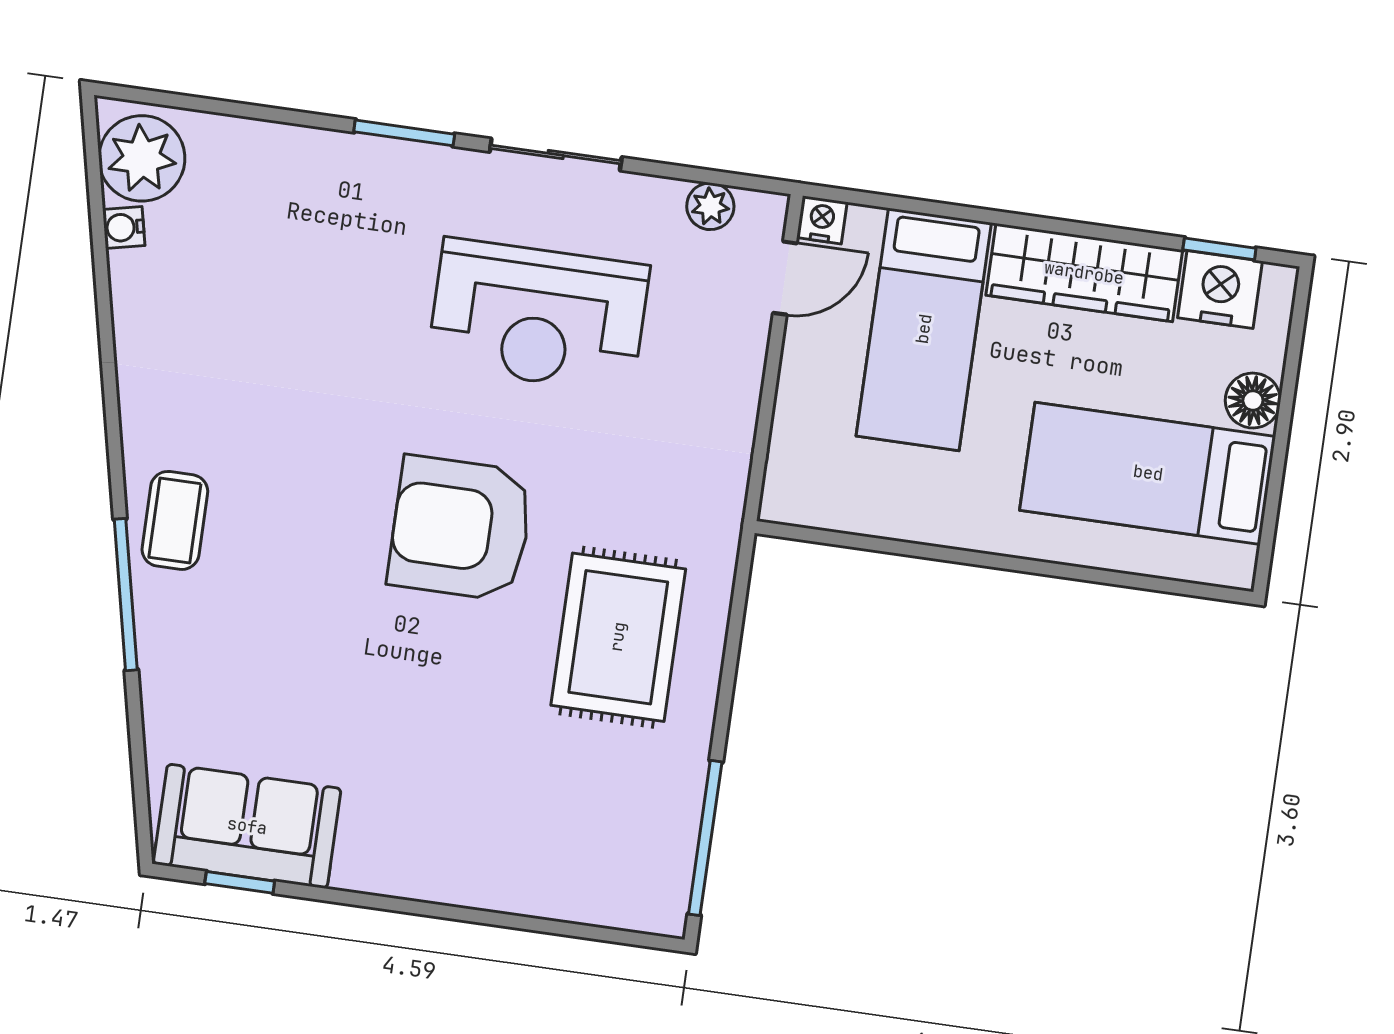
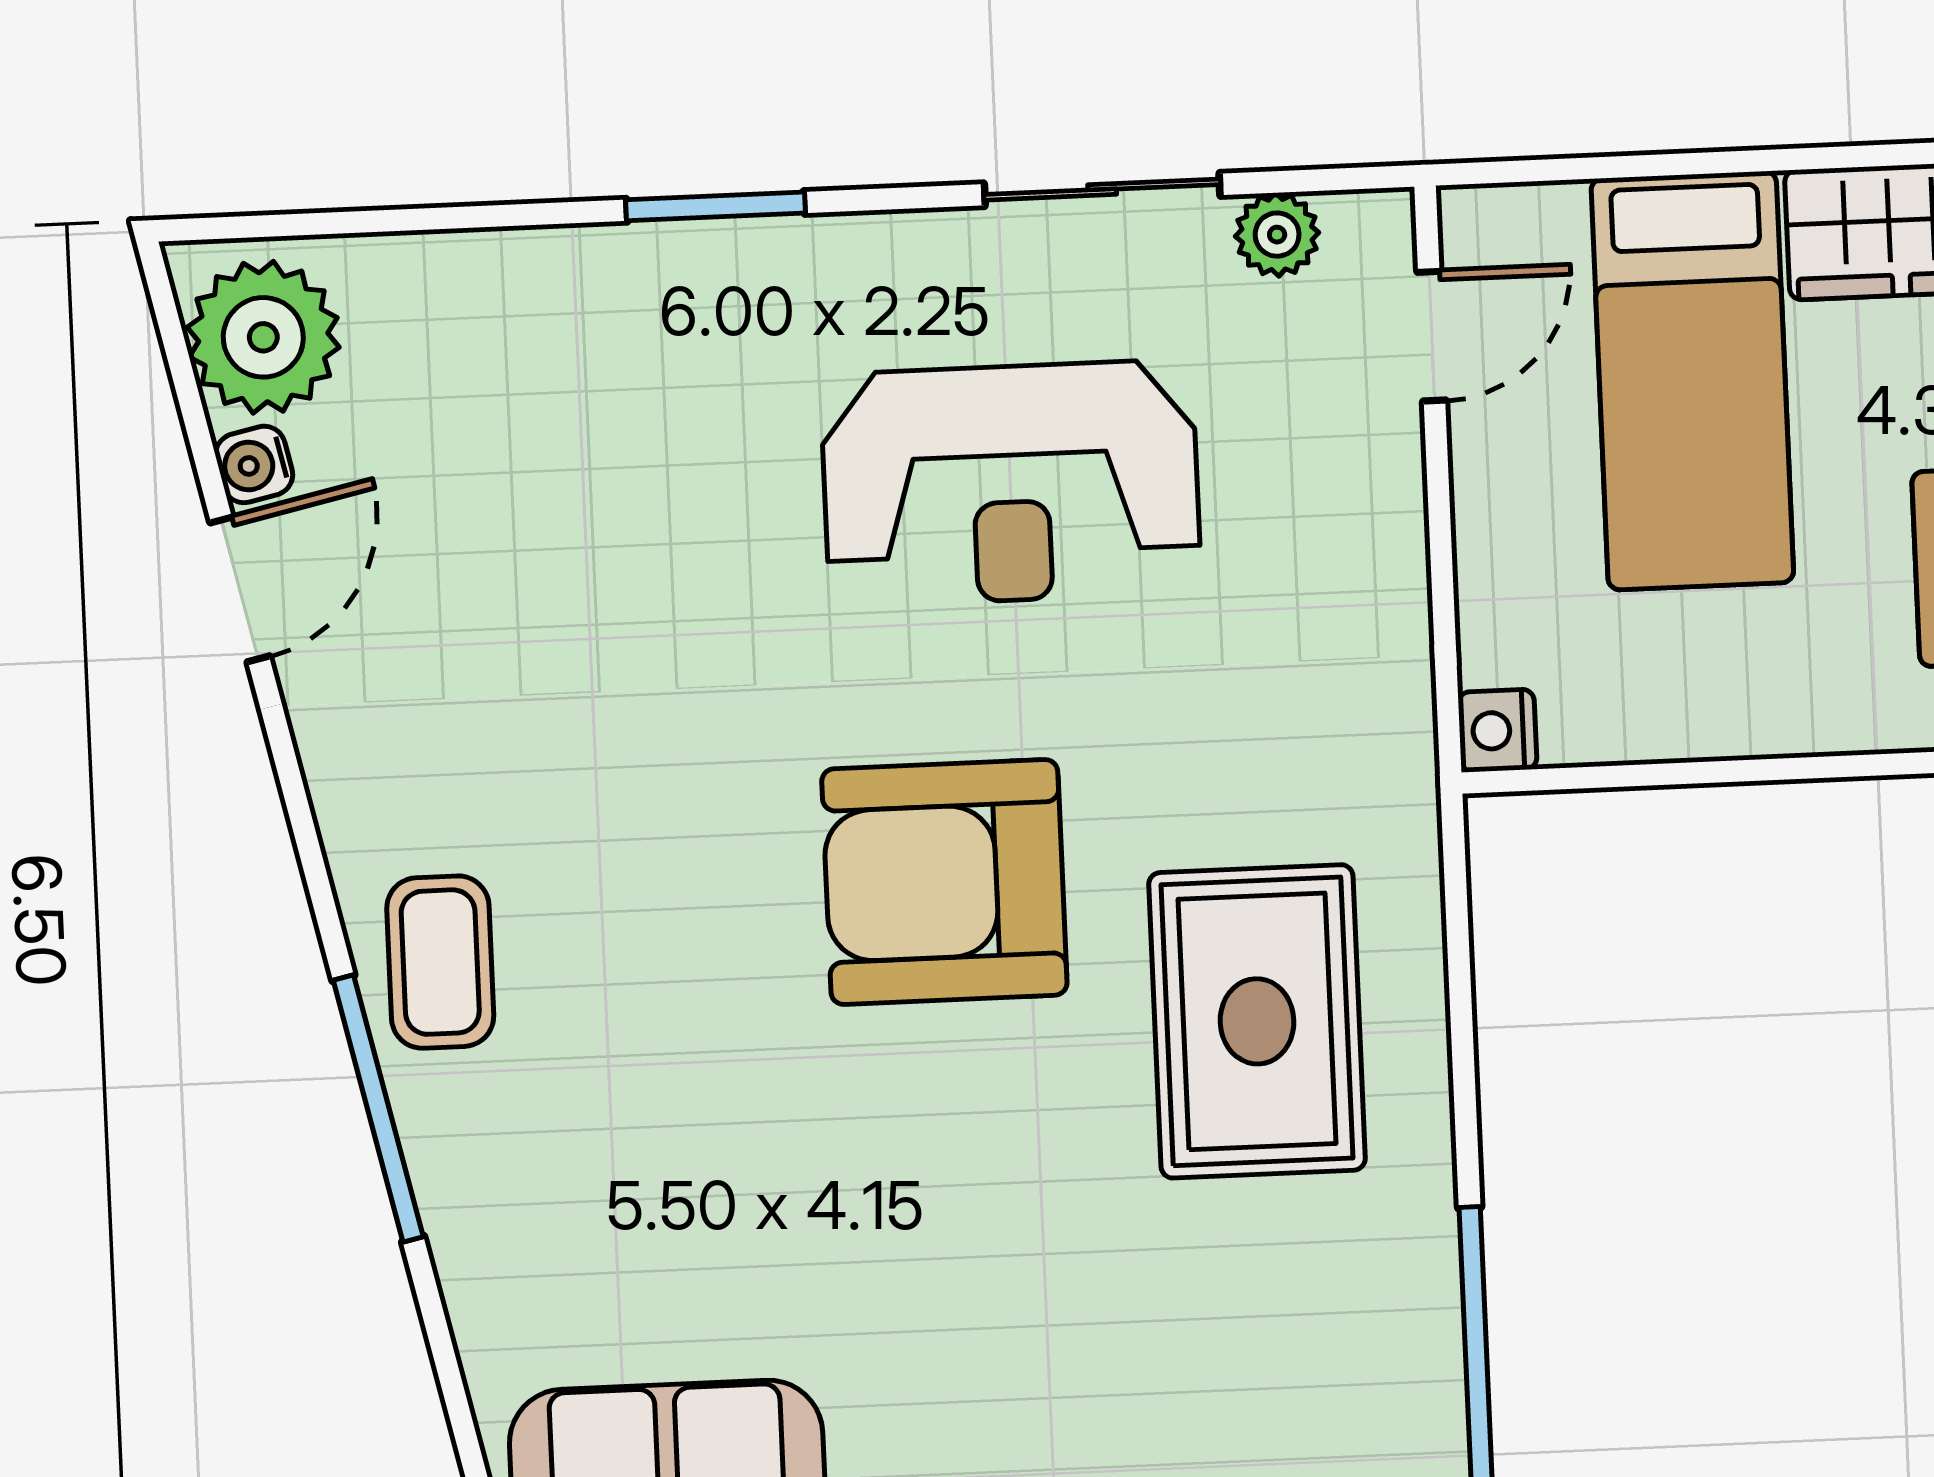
sliding door: (556, 154) -> (1102, 190), moved
nightstand: (822, 220) -> (1497, 731), moved, turned -90
door: (103, 295) -> (240, 589), added

